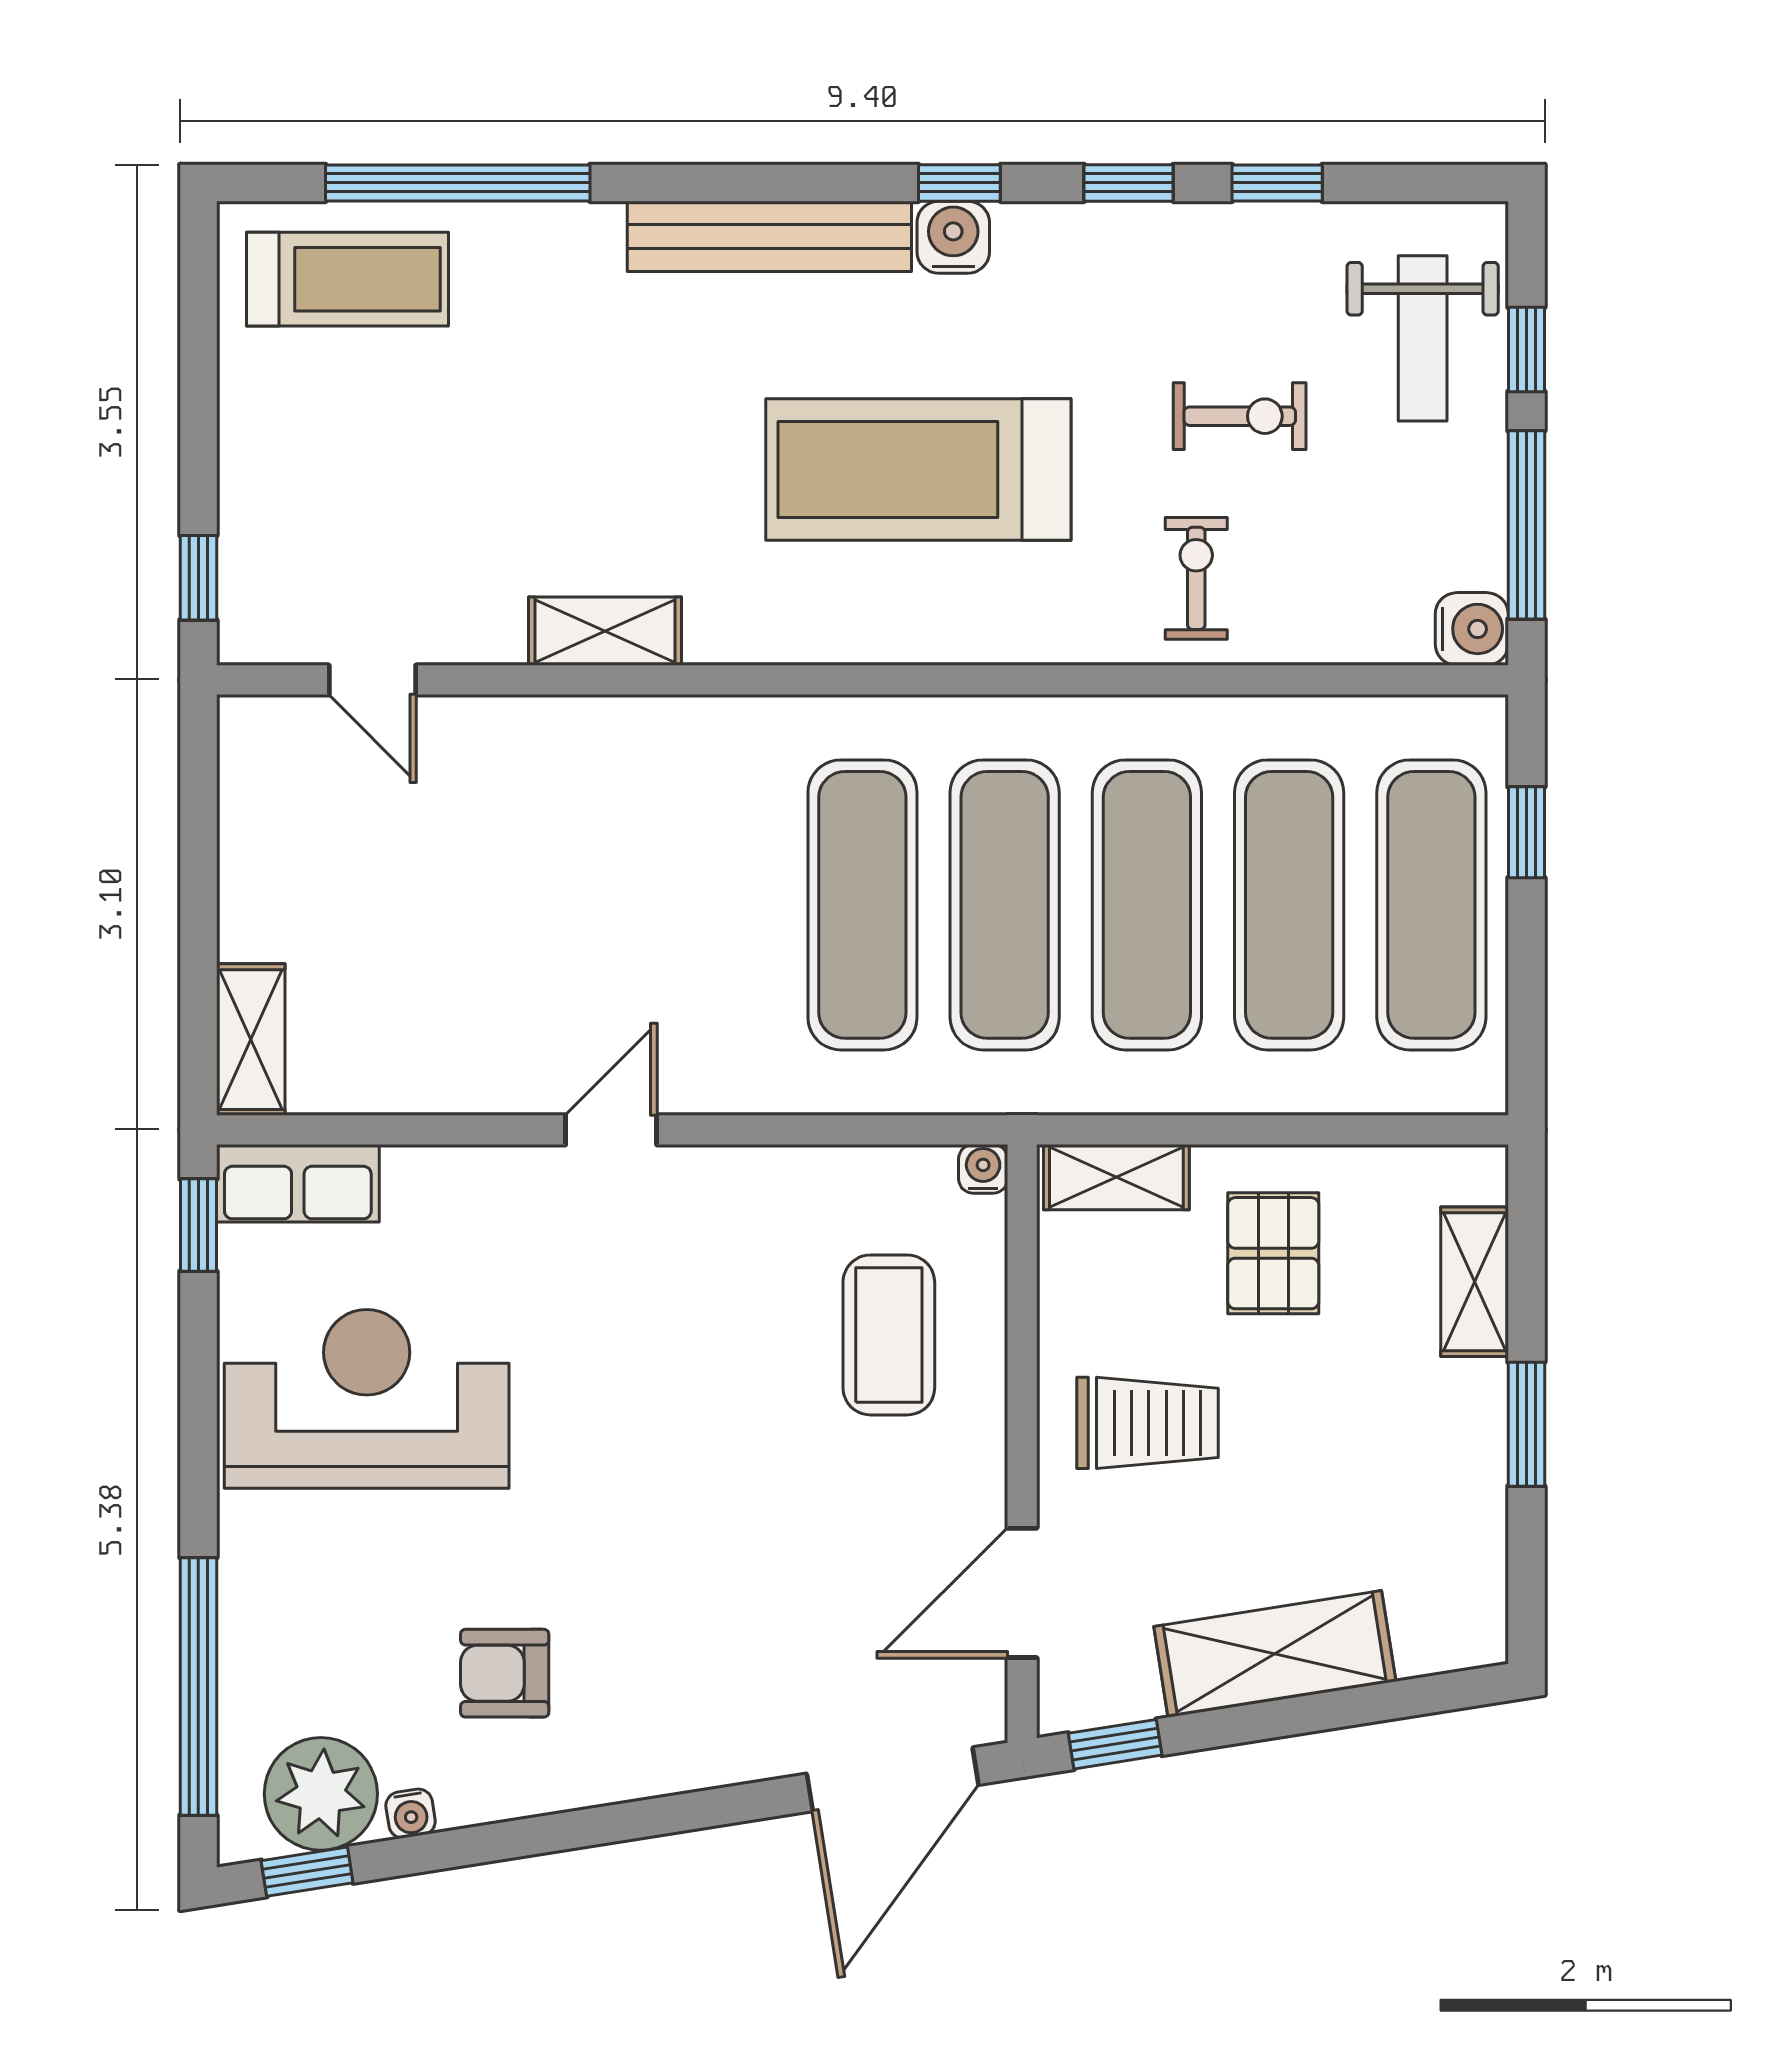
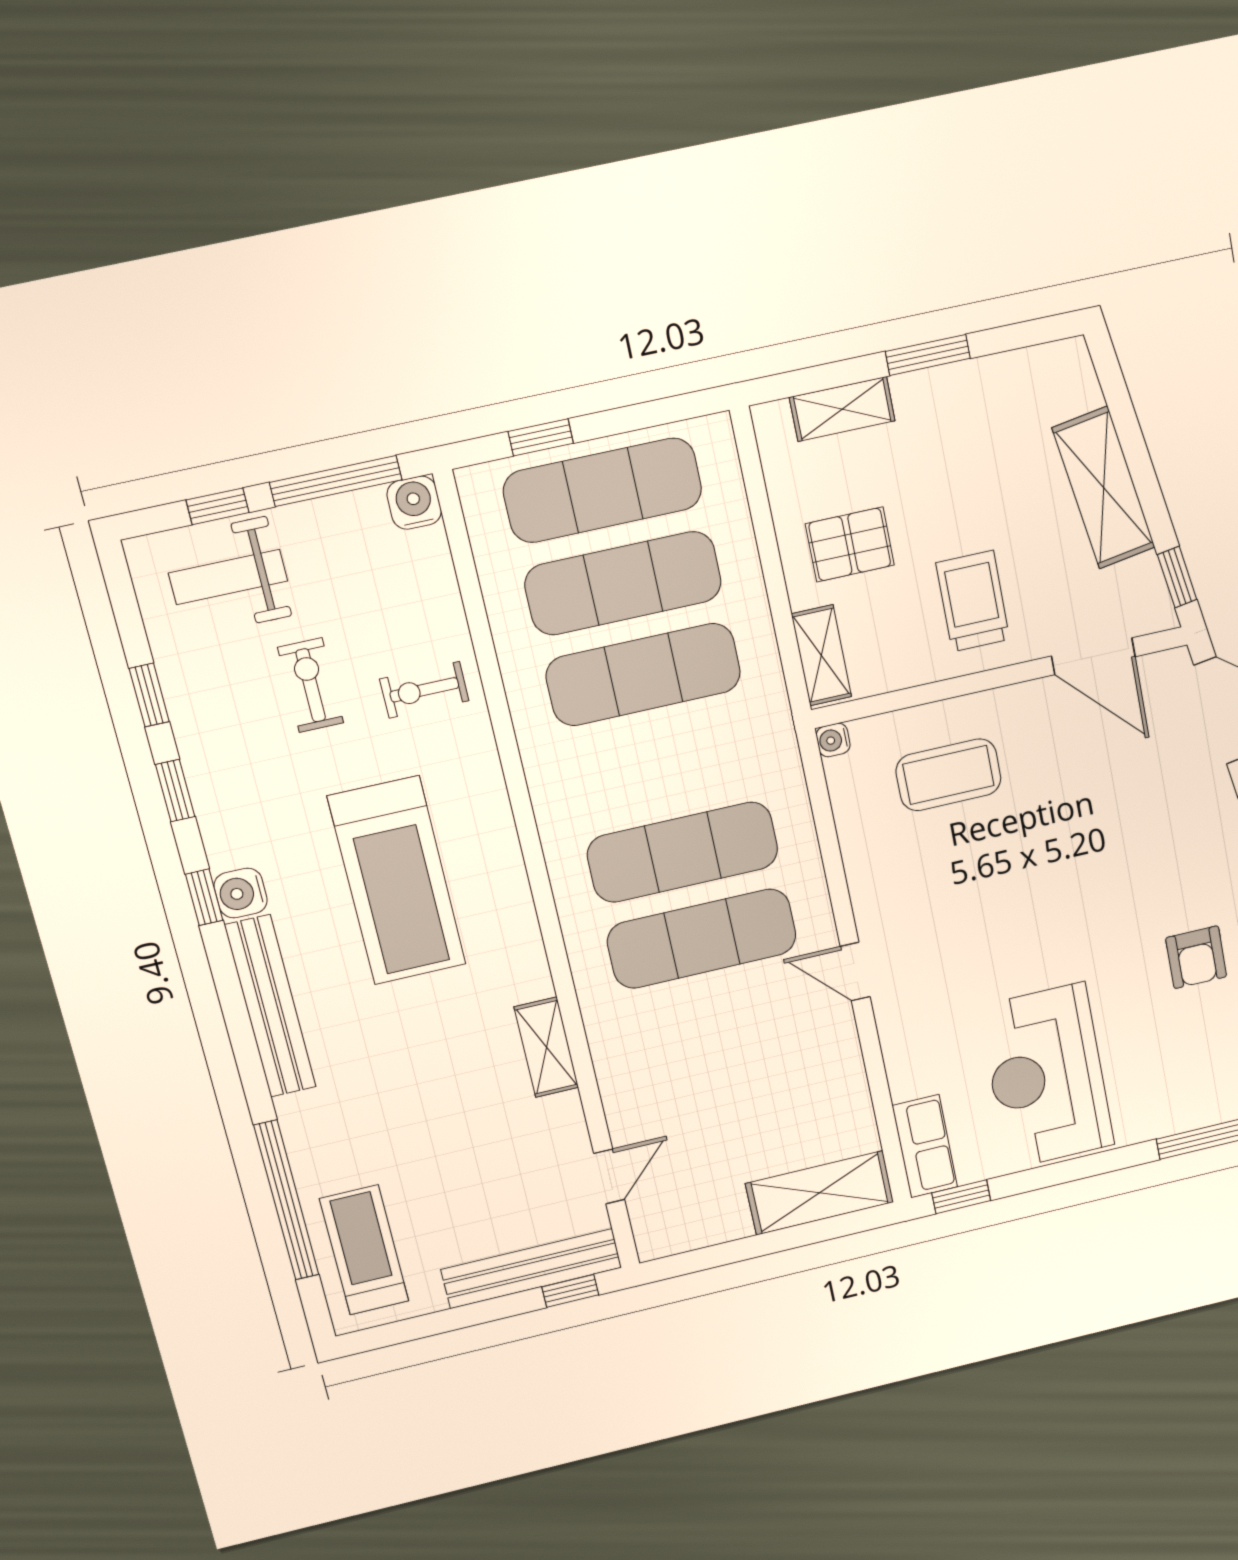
weight bench: (1423, 338) -> (228, 577), turned 180
bench: (251, 526) -> (531, 1269), added
exercise mat: (1005, 905) -> (702, 939), moved
shelving: (251, 1040) -> (820, 1193), width x1.50, depth x1.33

